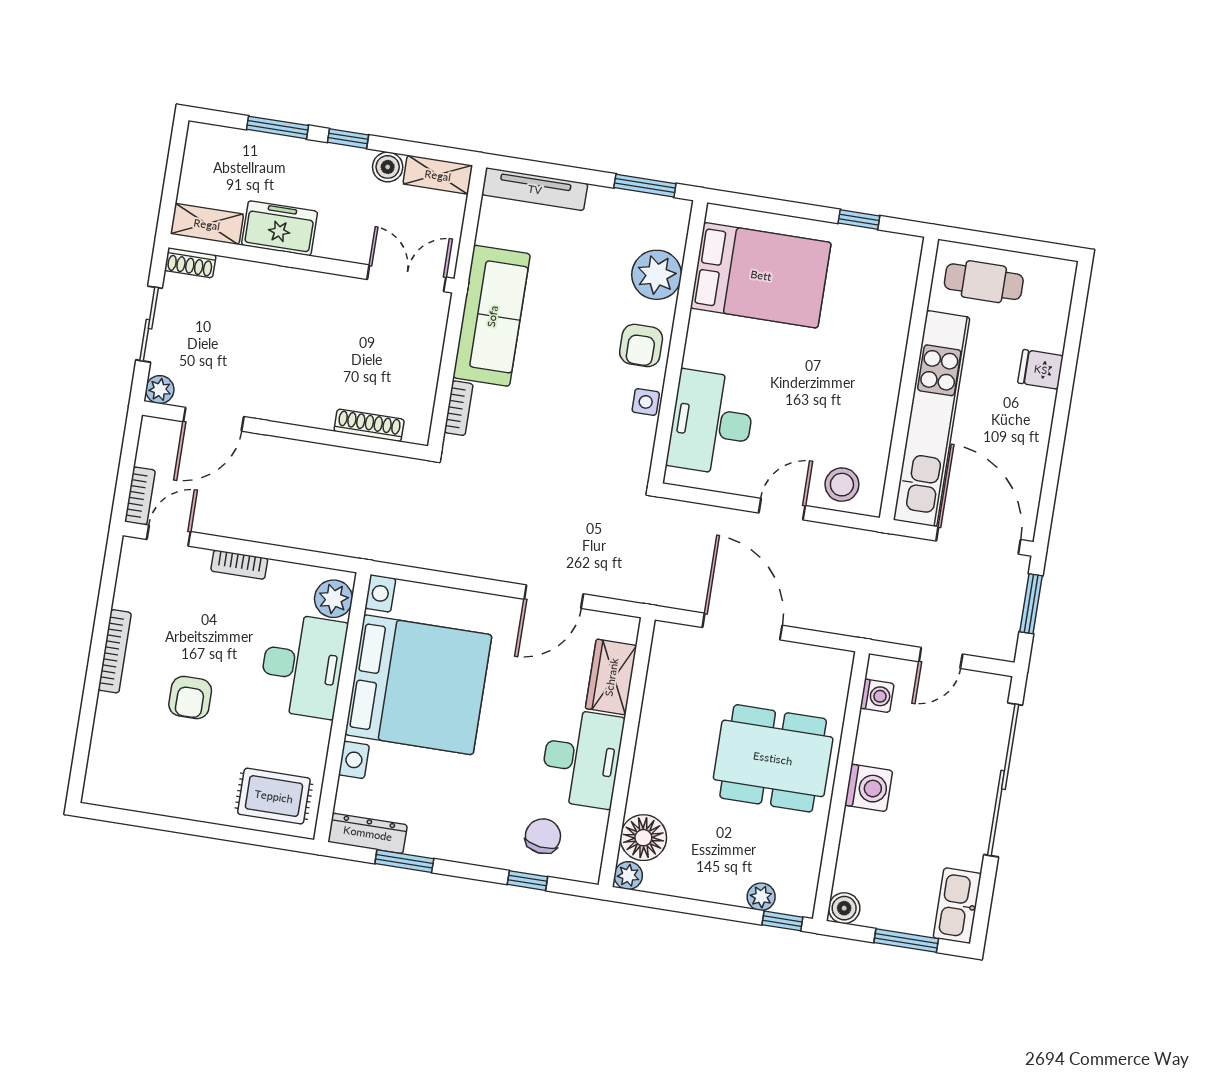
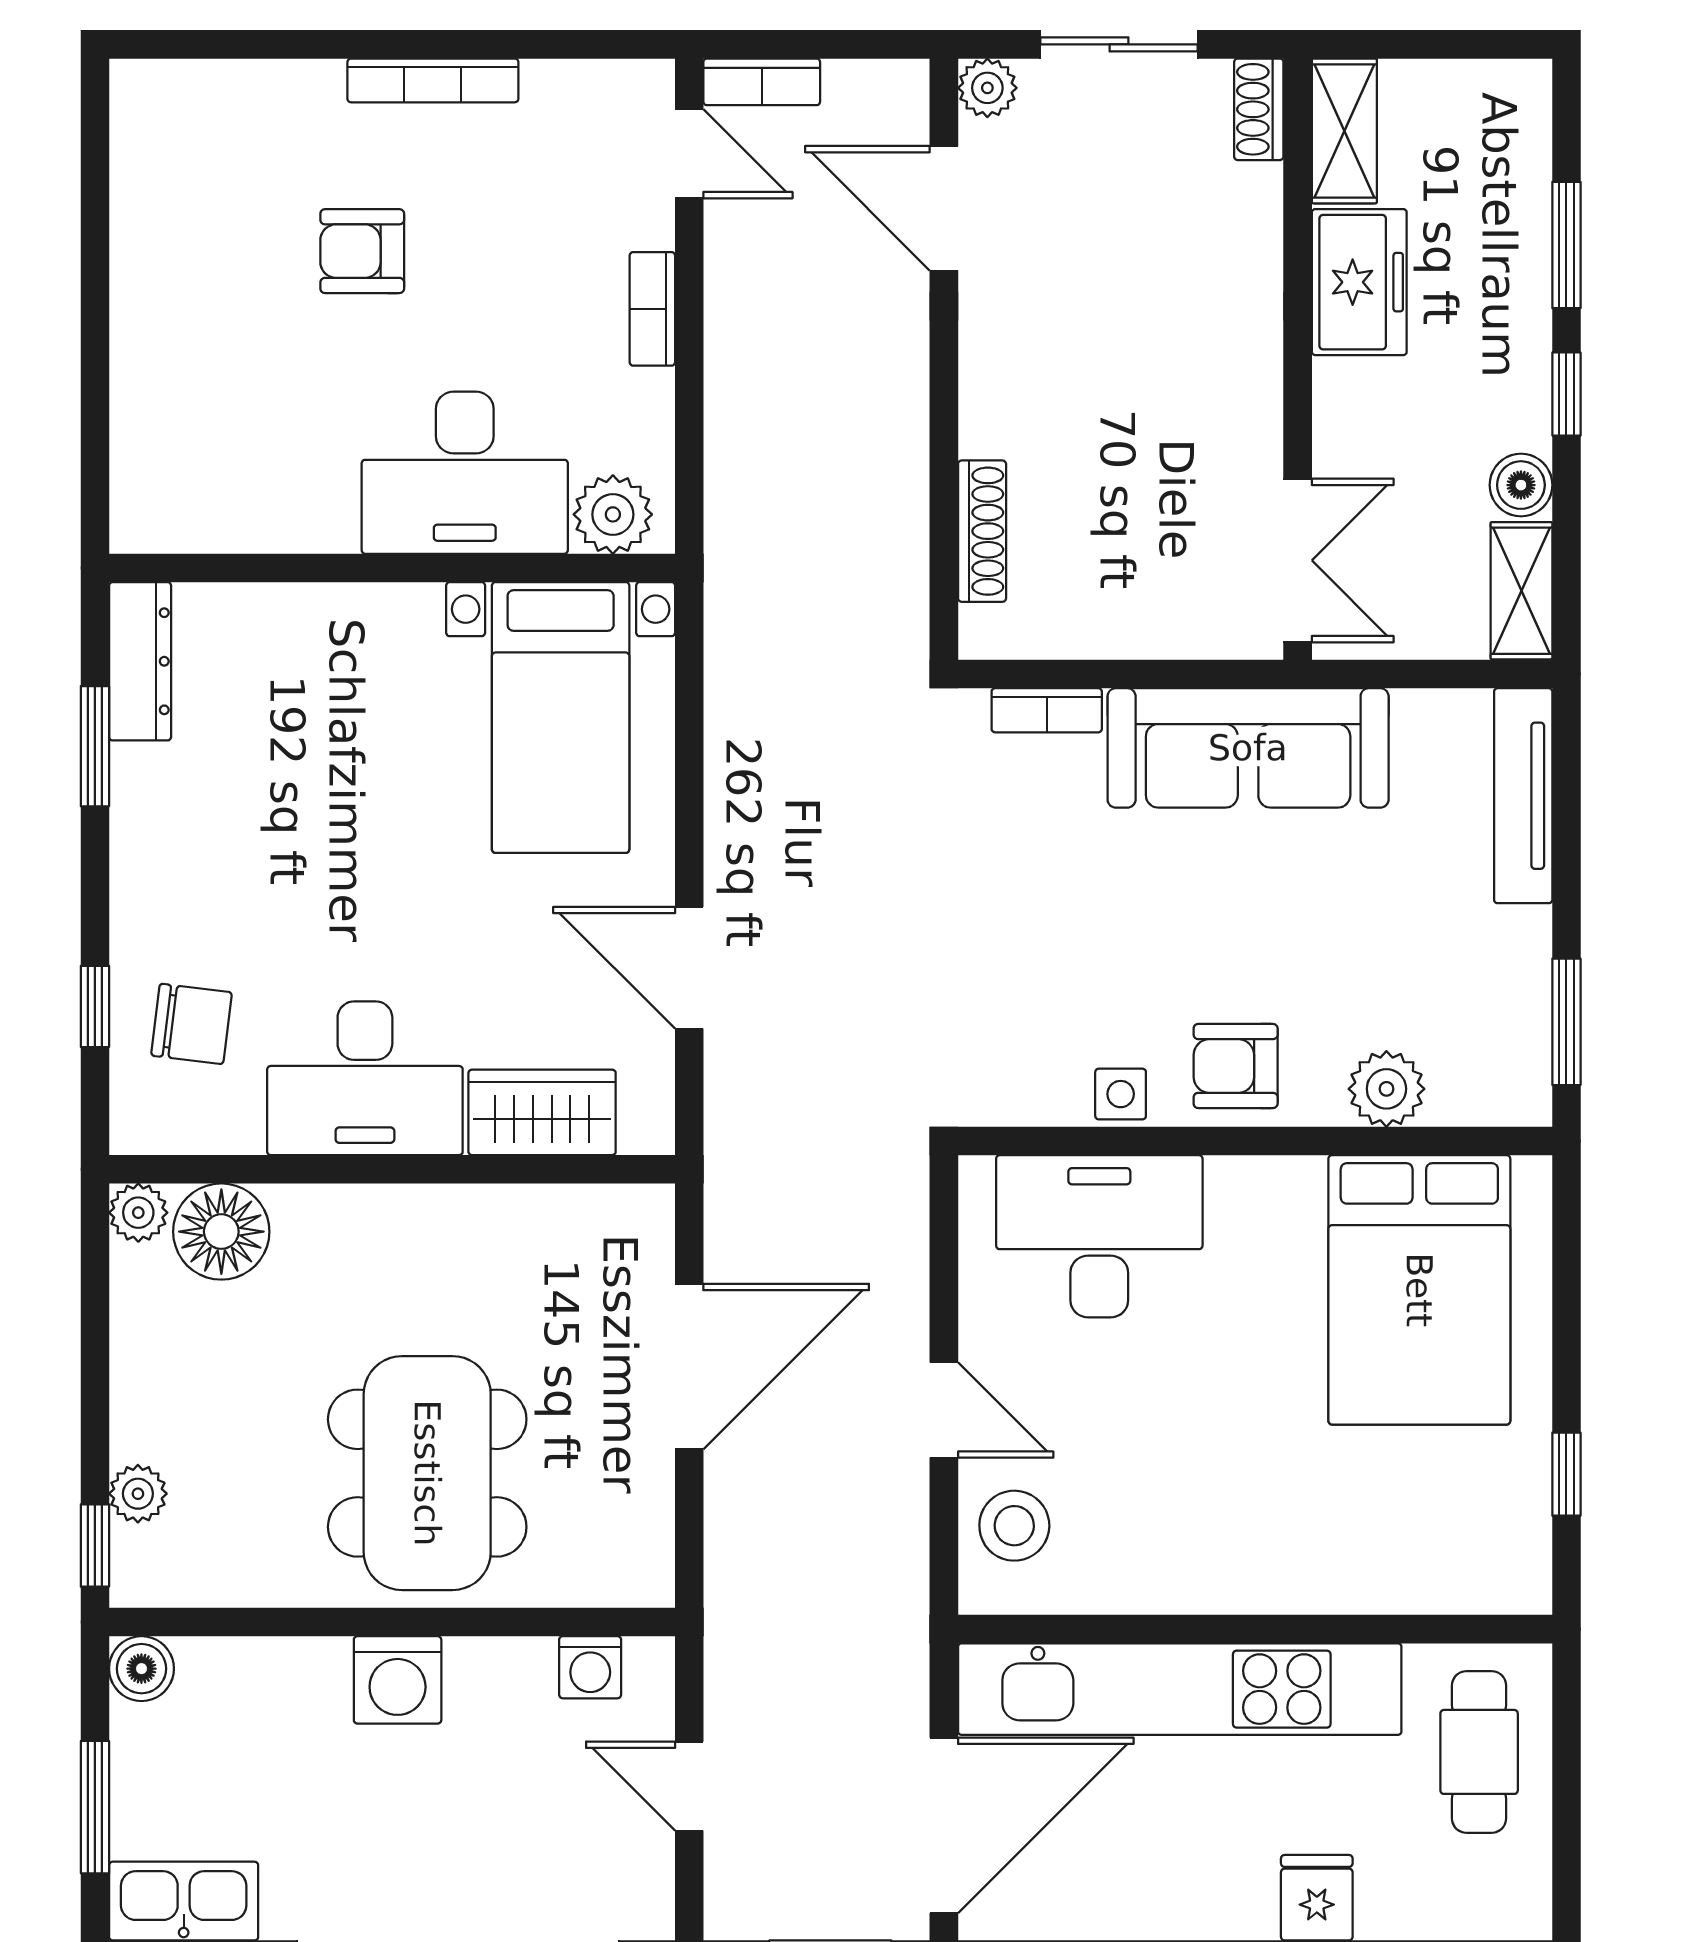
plant: (657, 275) -> (1386, 1089), width x0.73, depth x0.73
bed with nightstands: (418, 685) -> (561, 717), width x0.54
rug: (274, 796) -> (186, 456), removed

